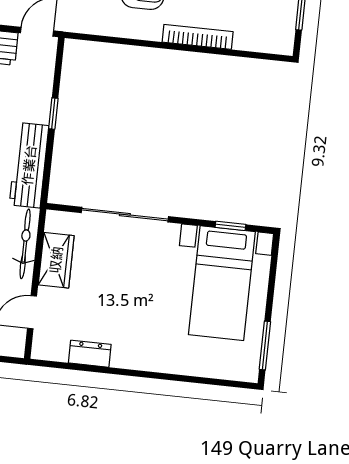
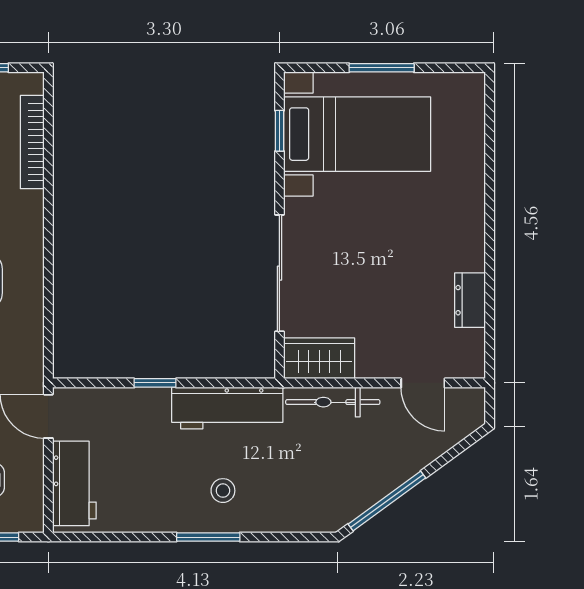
bookcase: (198, 37) -> (32, 142), moved
wardrobe: (56, 260) -> (319, 358), moved
window: (265, 346) -> (382, 68), moved

